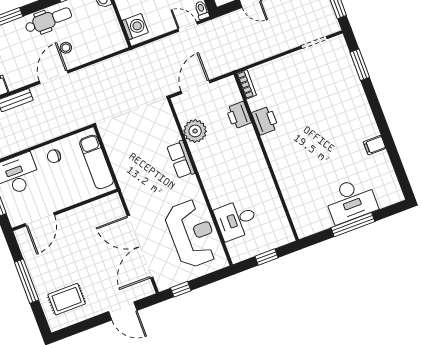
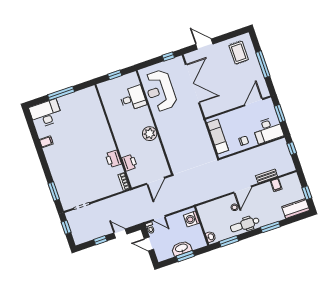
plant: (195, 131) -> (150, 134), moved
row of seats: (181, 160) -> (166, 136), removed
desk: (351, 200) -> (46, 114), moved
rug: (67, 299) -> (239, 53), turned 90

